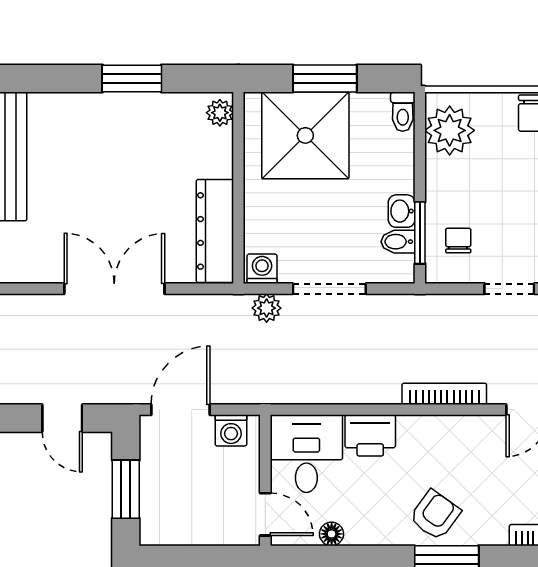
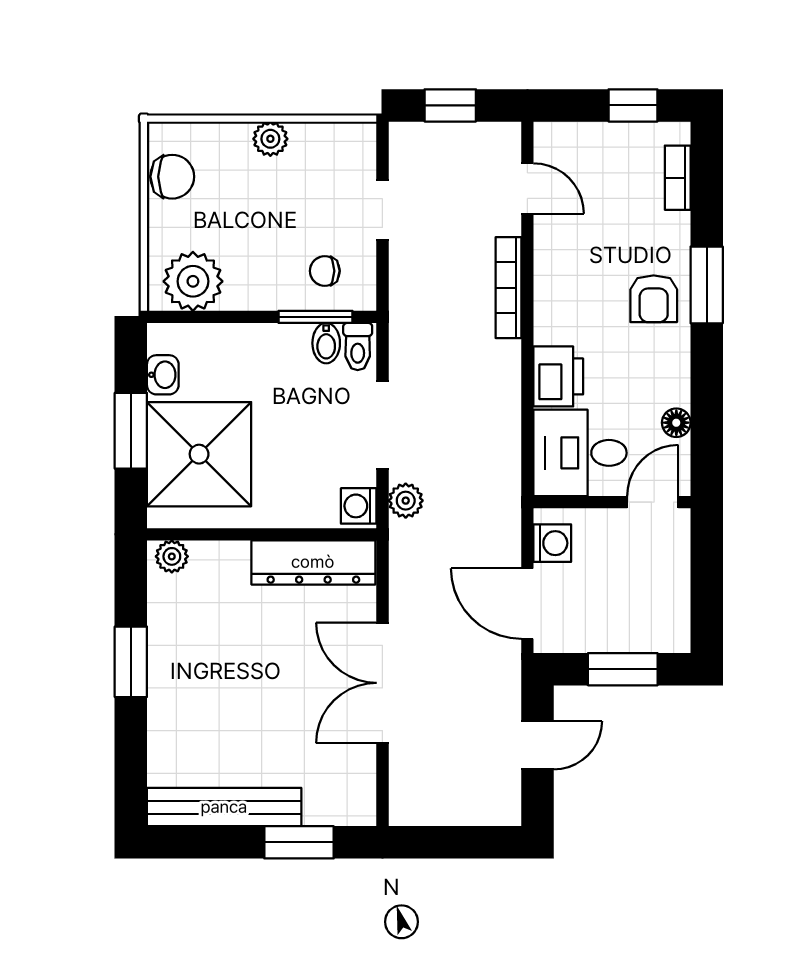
toilet: (403, 112) -> (358, 347), moved, turned 90
washbasin: (402, 211) -> (163, 375), moved, turned -90
armchair: (435, 515) -> (654, 299), turned -126

